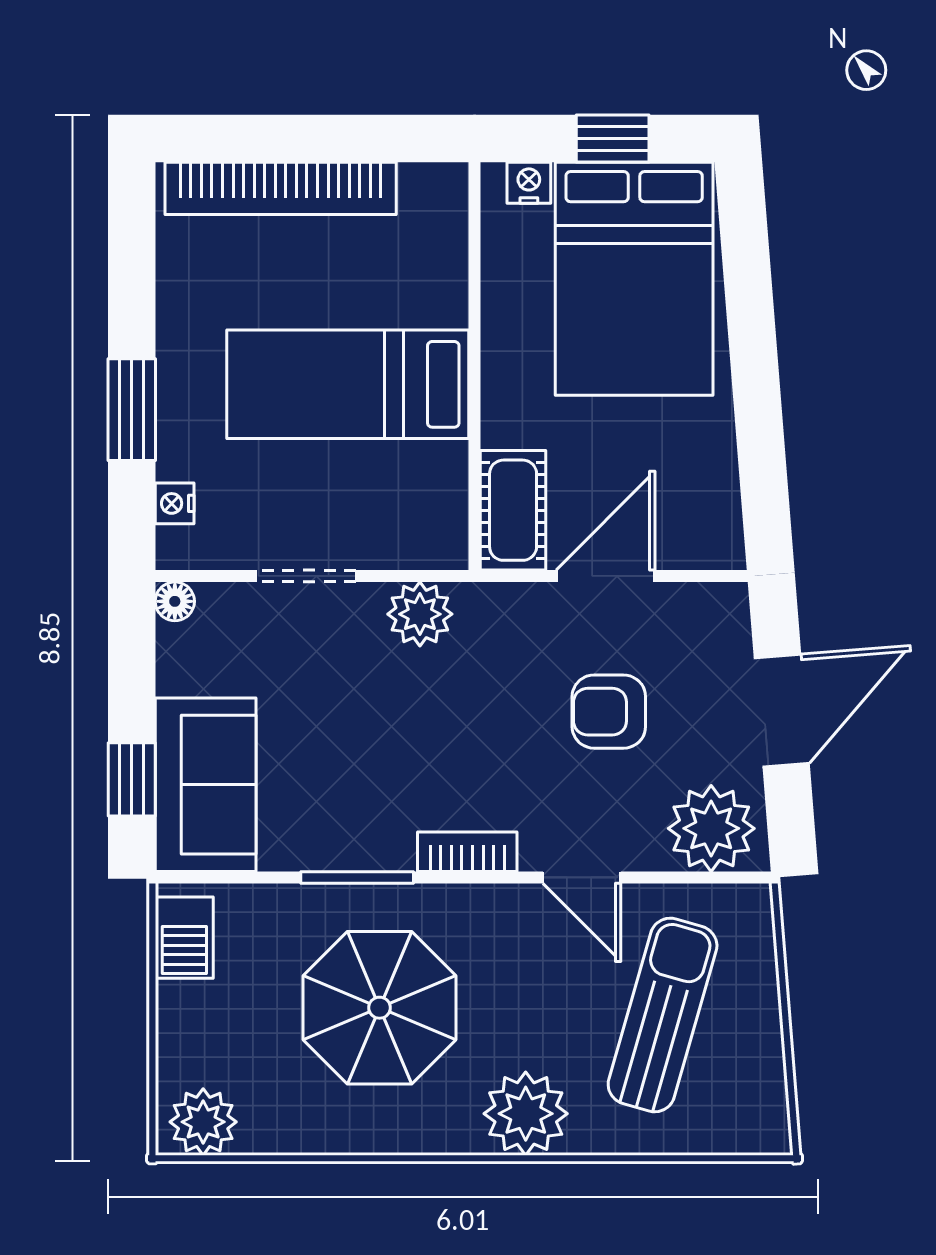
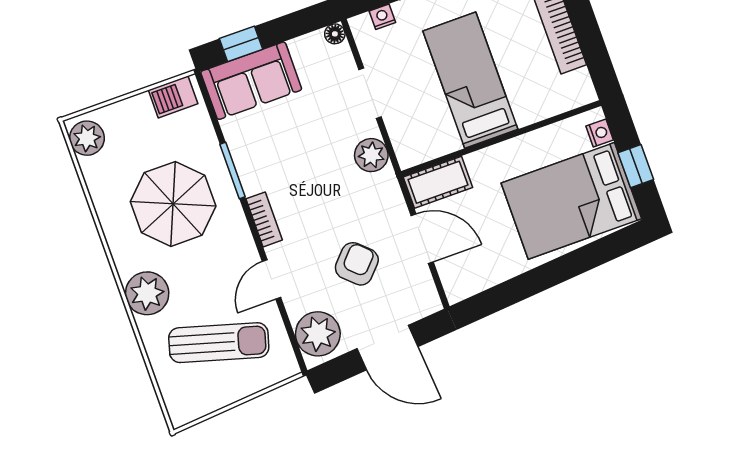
armchair: (609, 712) -> (357, 264), turned 43

